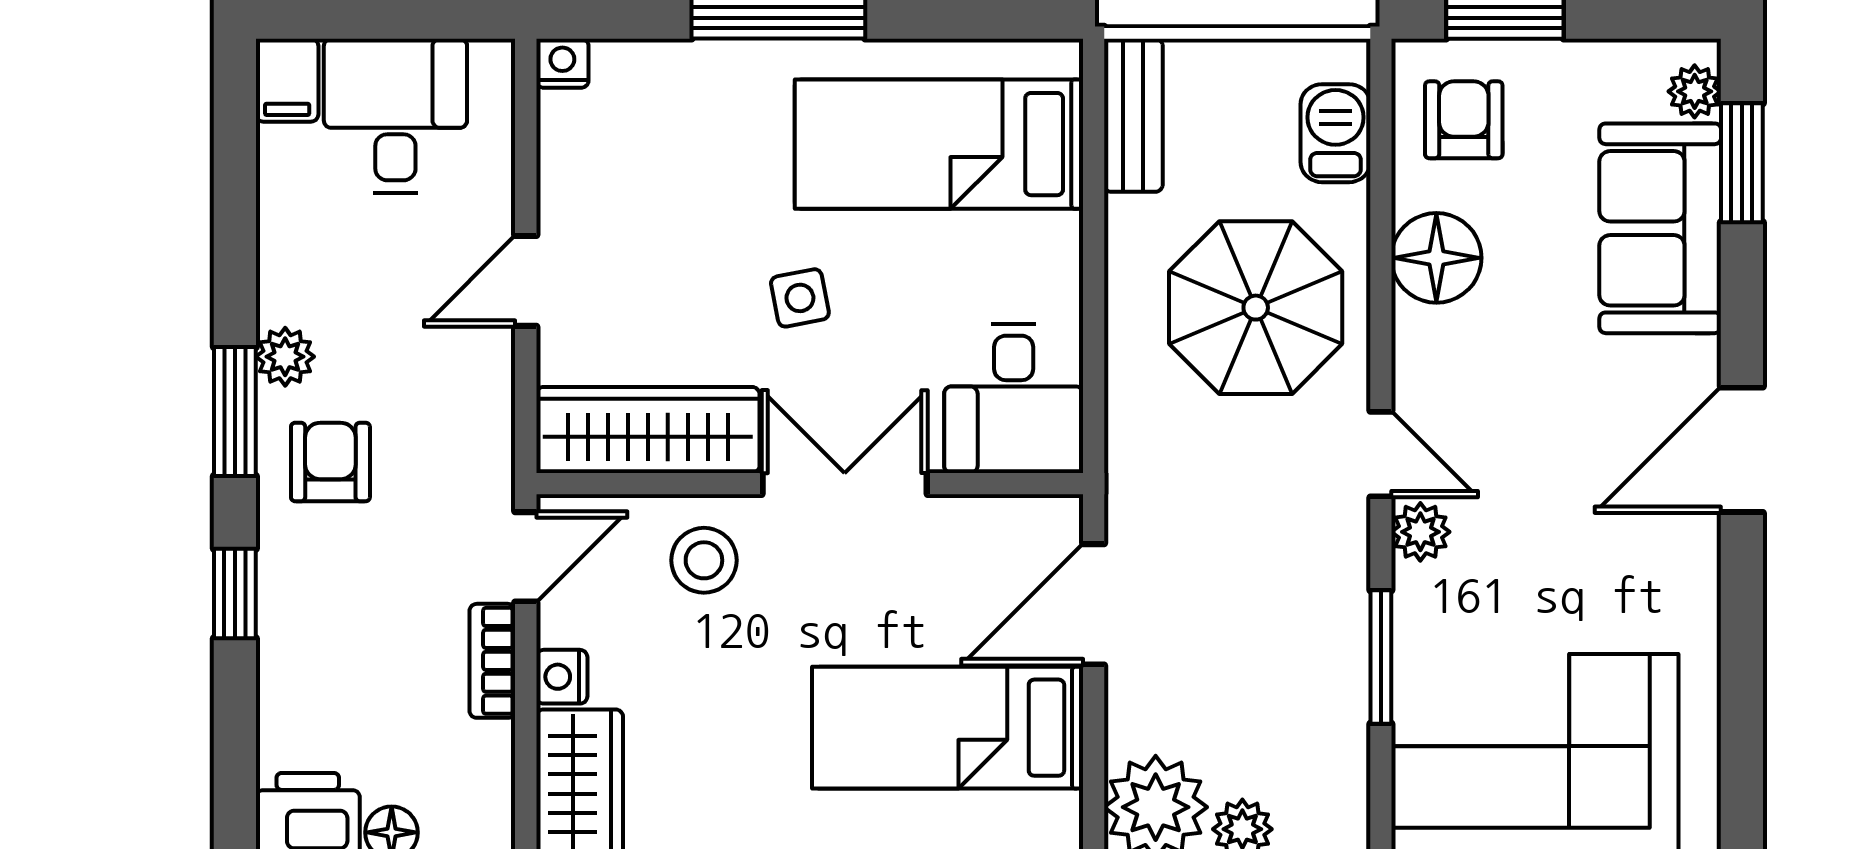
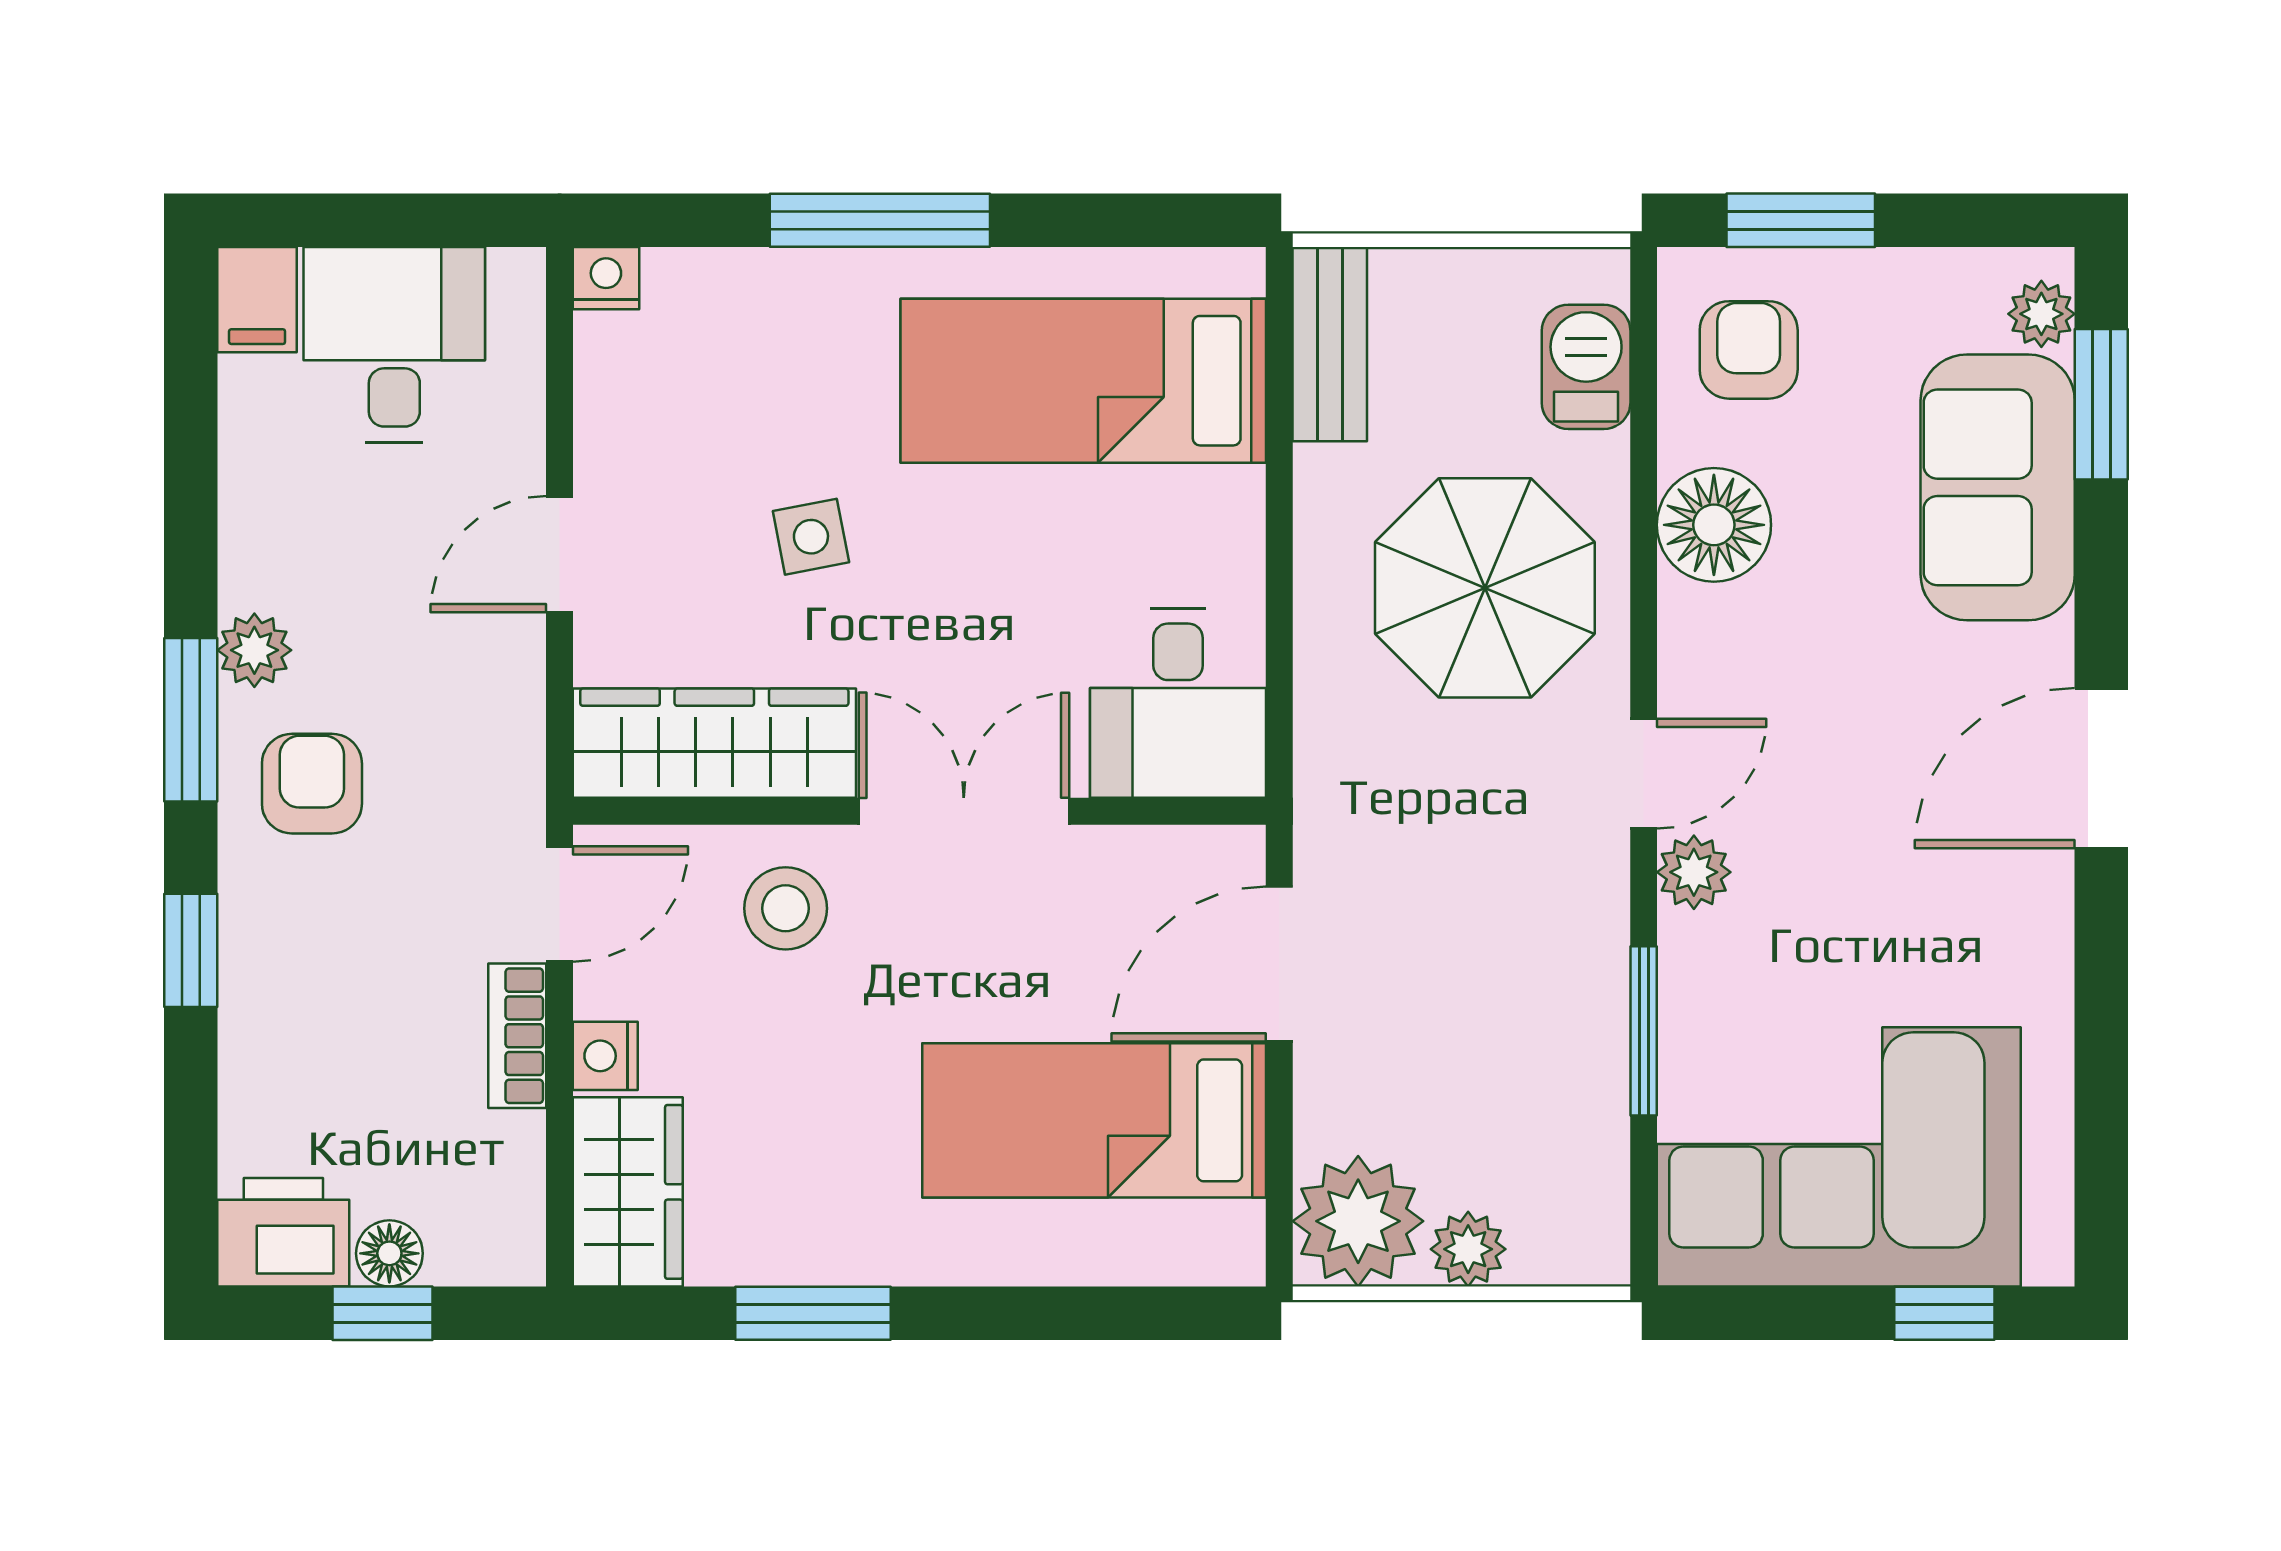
side table: (800, 298) -> (811, 537), moved
door: (1381, 454) -> (1644, 774), hinge flipped

